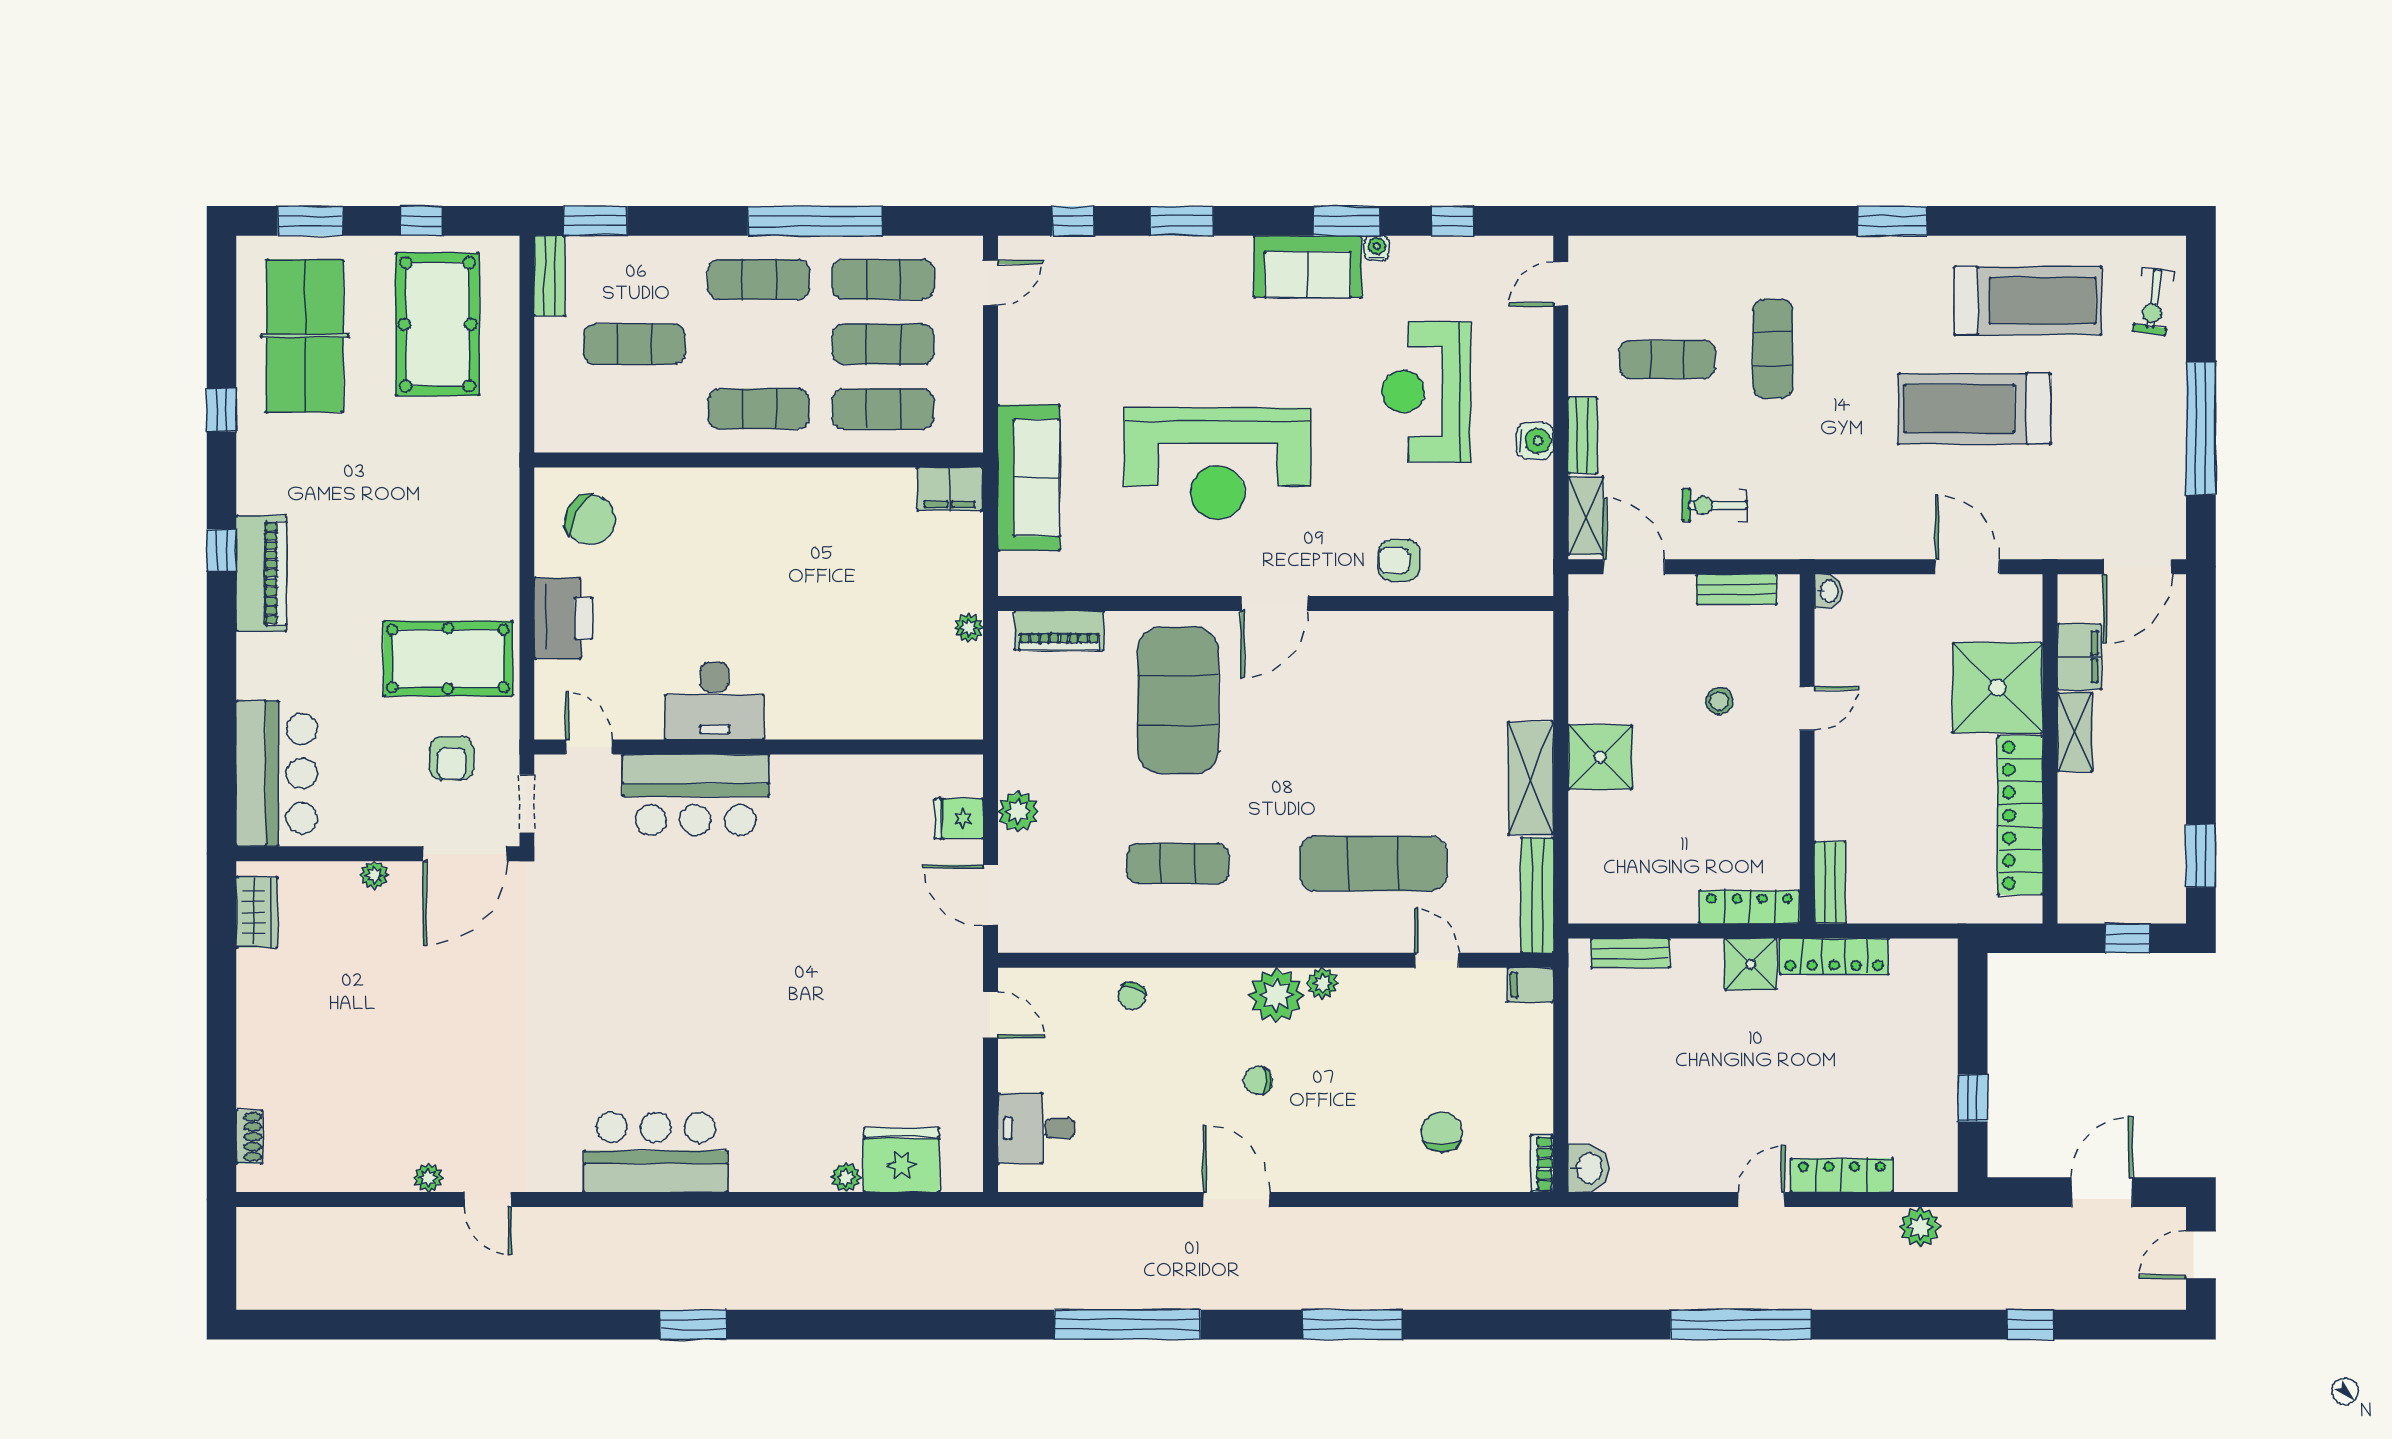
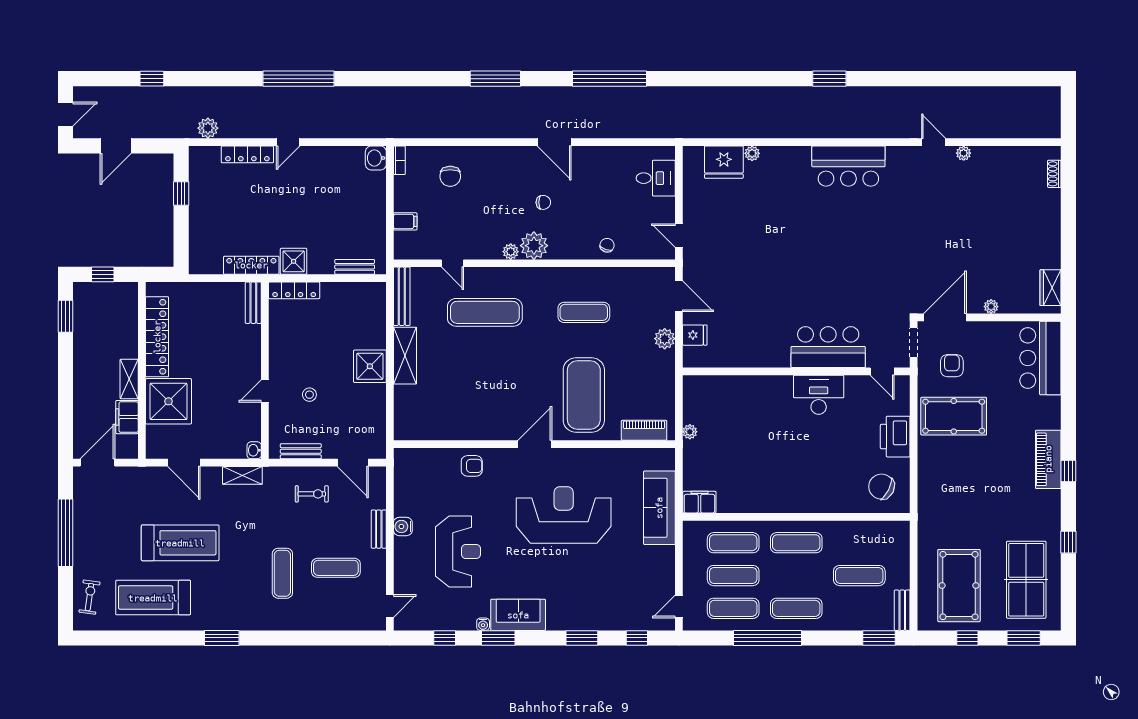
shelving: (1586, 516) -> (242, 475), moved, turned 90
filing cabinet: (1530, 985) -> (405, 221), moved

